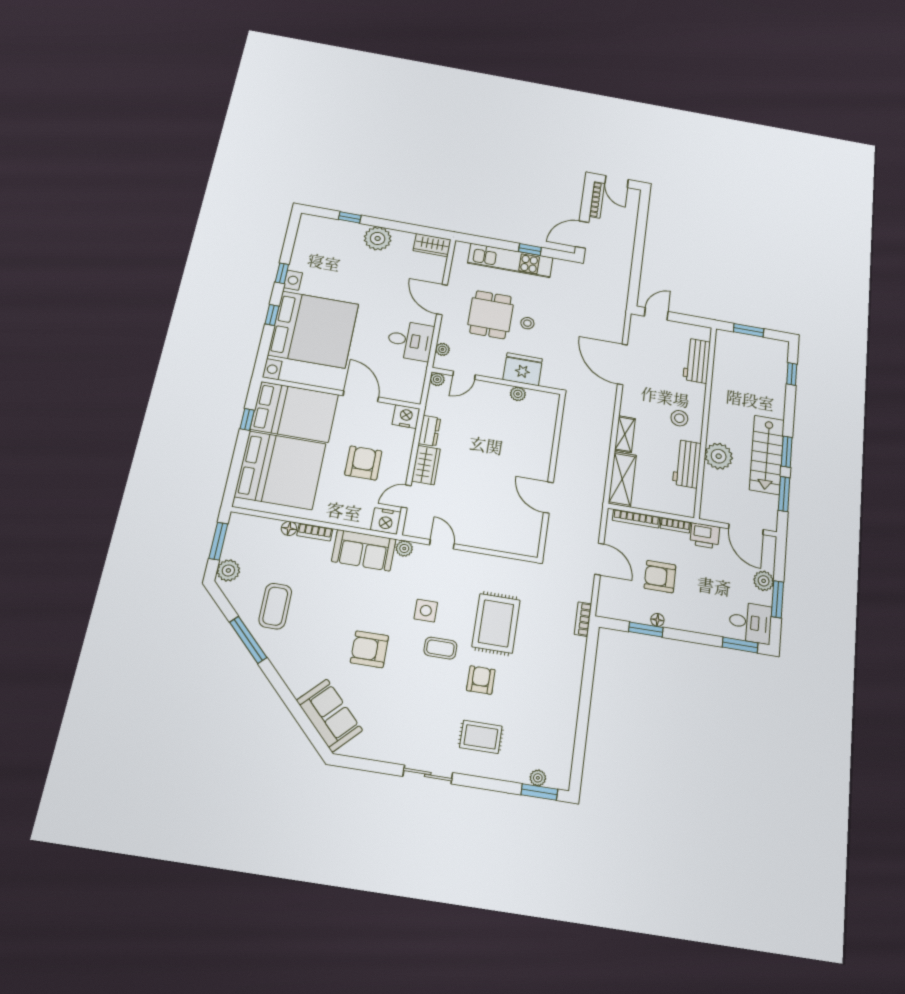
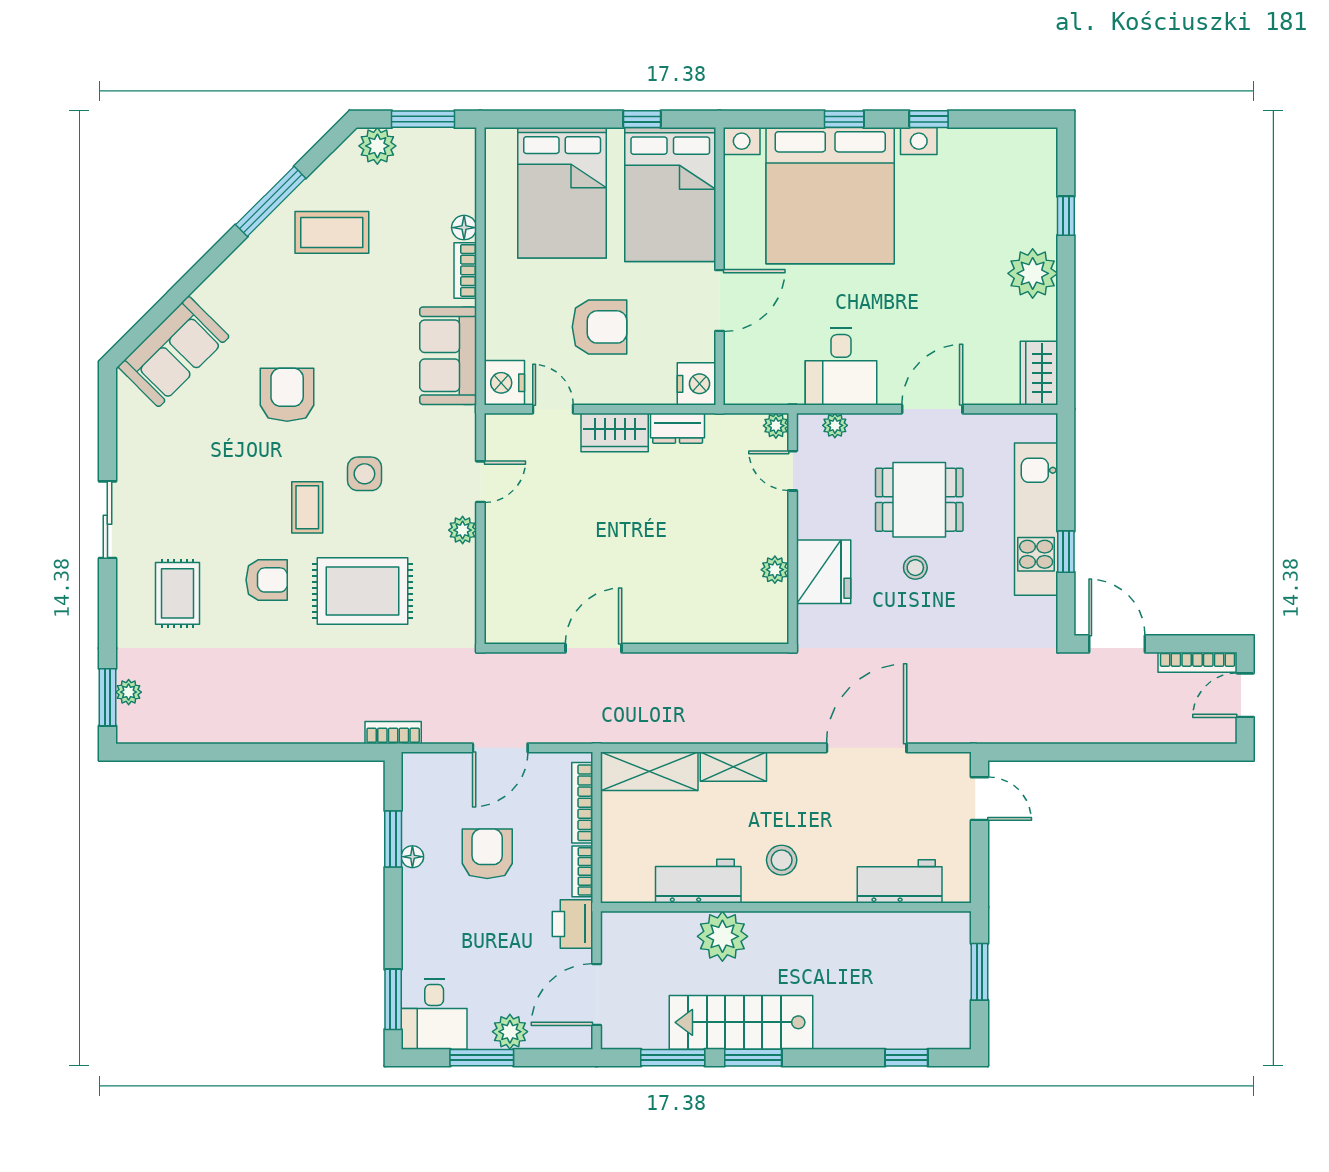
bed: (280, 470) -> (562, 193), width x0.73
plant: (404, 548) -> (463, 530), moved

